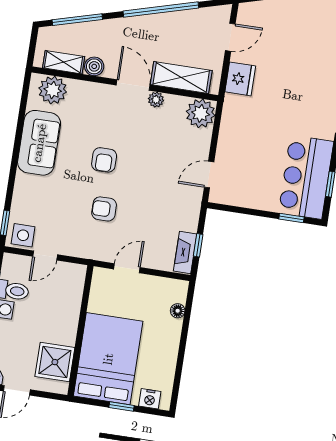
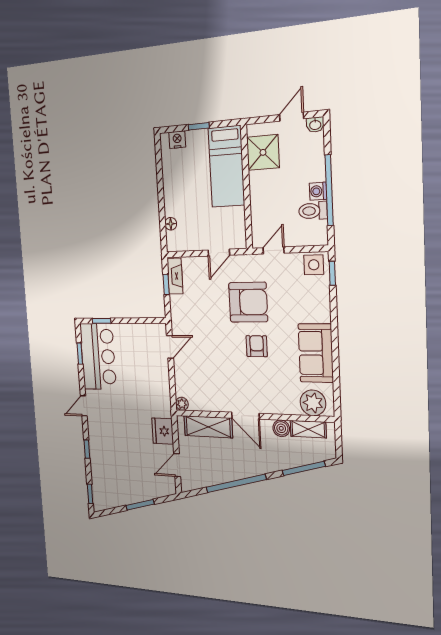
plant: (156, 100) -> (225, 405), removed
plant: (201, 113) -> (182, 404), width x0.53, depth x0.53
armchair: (104, 209) -> (248, 302), width x1.88, depth x1.88
door: (45, 256) -> (274, 250), moved
bed: (108, 359) -> (226, 167), width x0.67

